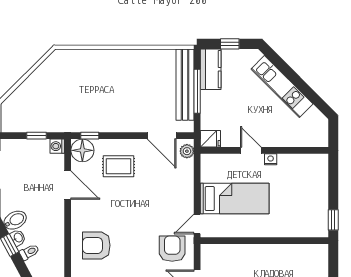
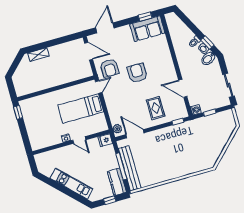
floor lamp: (82, 150) -> (180, 112), removed
rug: (118, 166) -> (156, 108), turned 90
armchair: (96, 245) -> (137, 73), moved, turned -90

